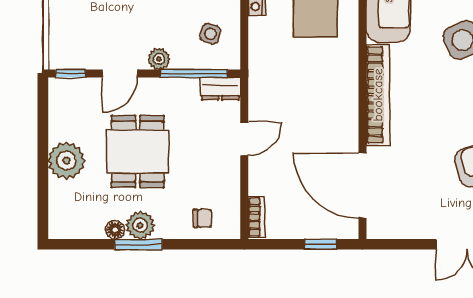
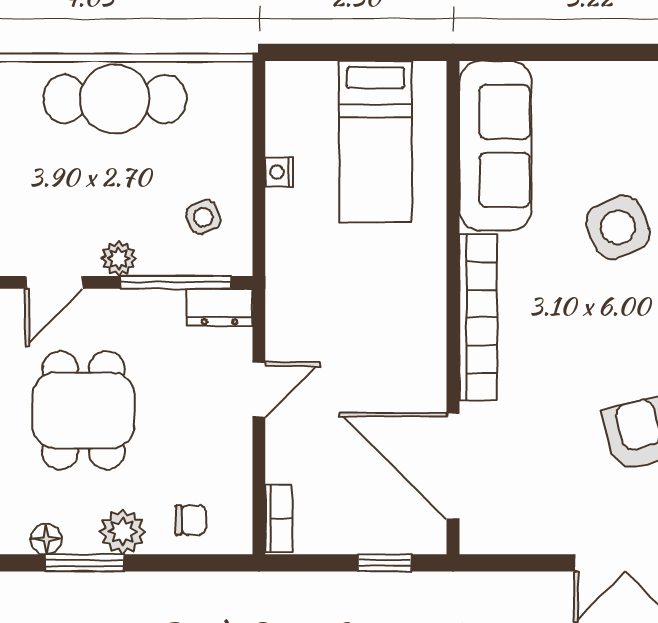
side table: (210, 34) -> (203, 217), turned -38
plant: (140, 225) -> (123, 532), moved

